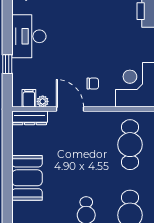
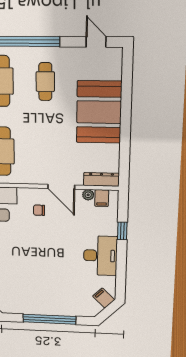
booth: (27, 178) -> (99, 112), width x1.36, depth x1.42

